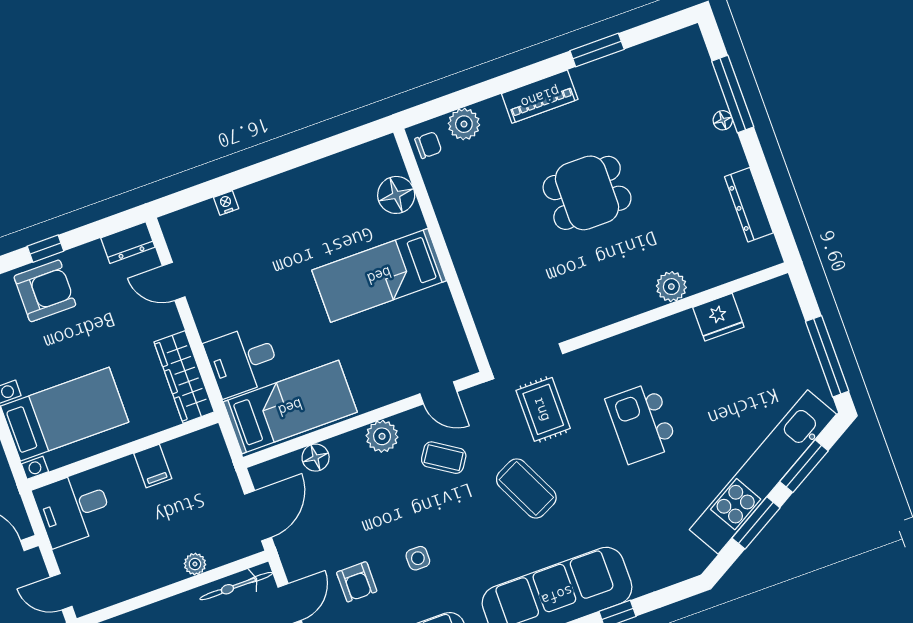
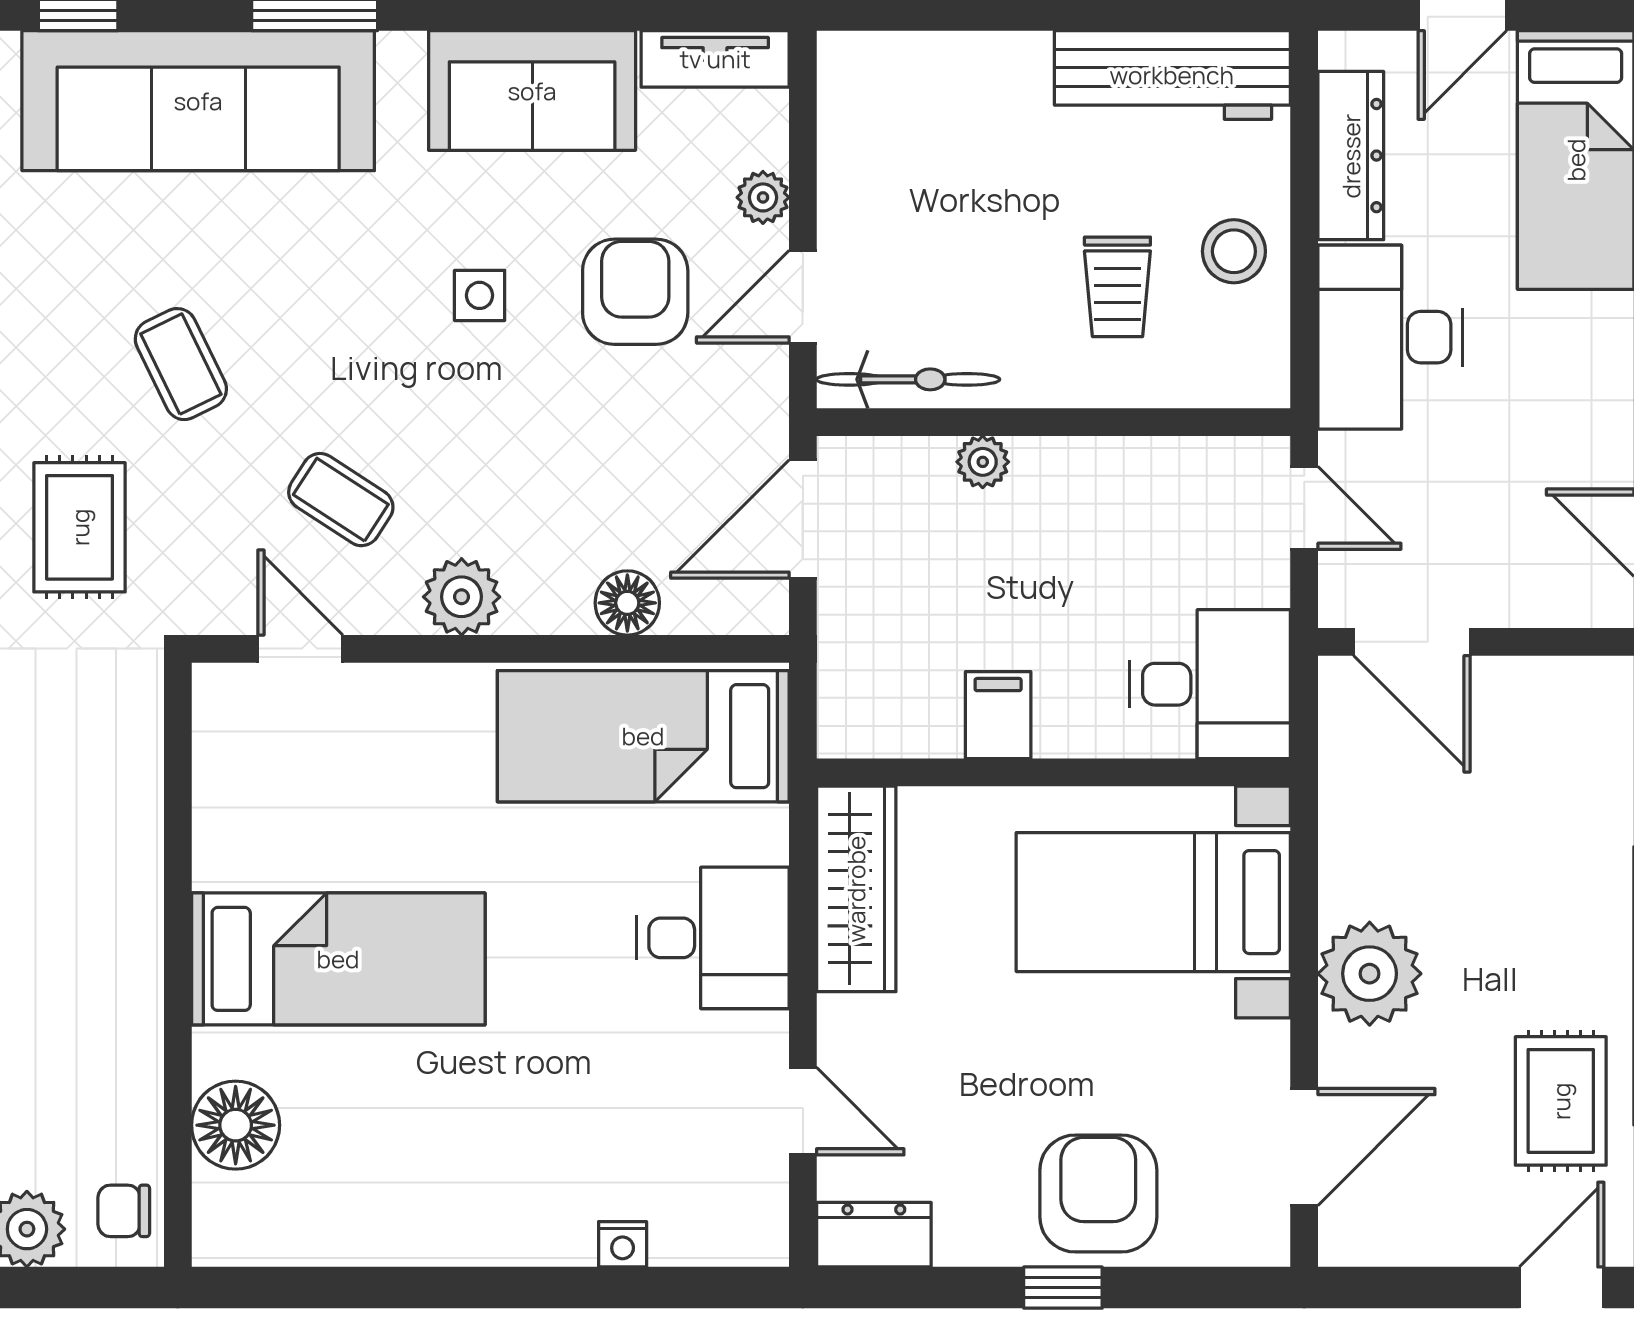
armchair: (45, 291) -> (1098, 1194), turned 90
desk: (242, 361) -> (713, 938), moved
coffee table: (526, 488) -> (181, 364), width x0.73, depth x0.77
armchair: (357, 582) -> (635, 292), width x1.38, depth x1.38

